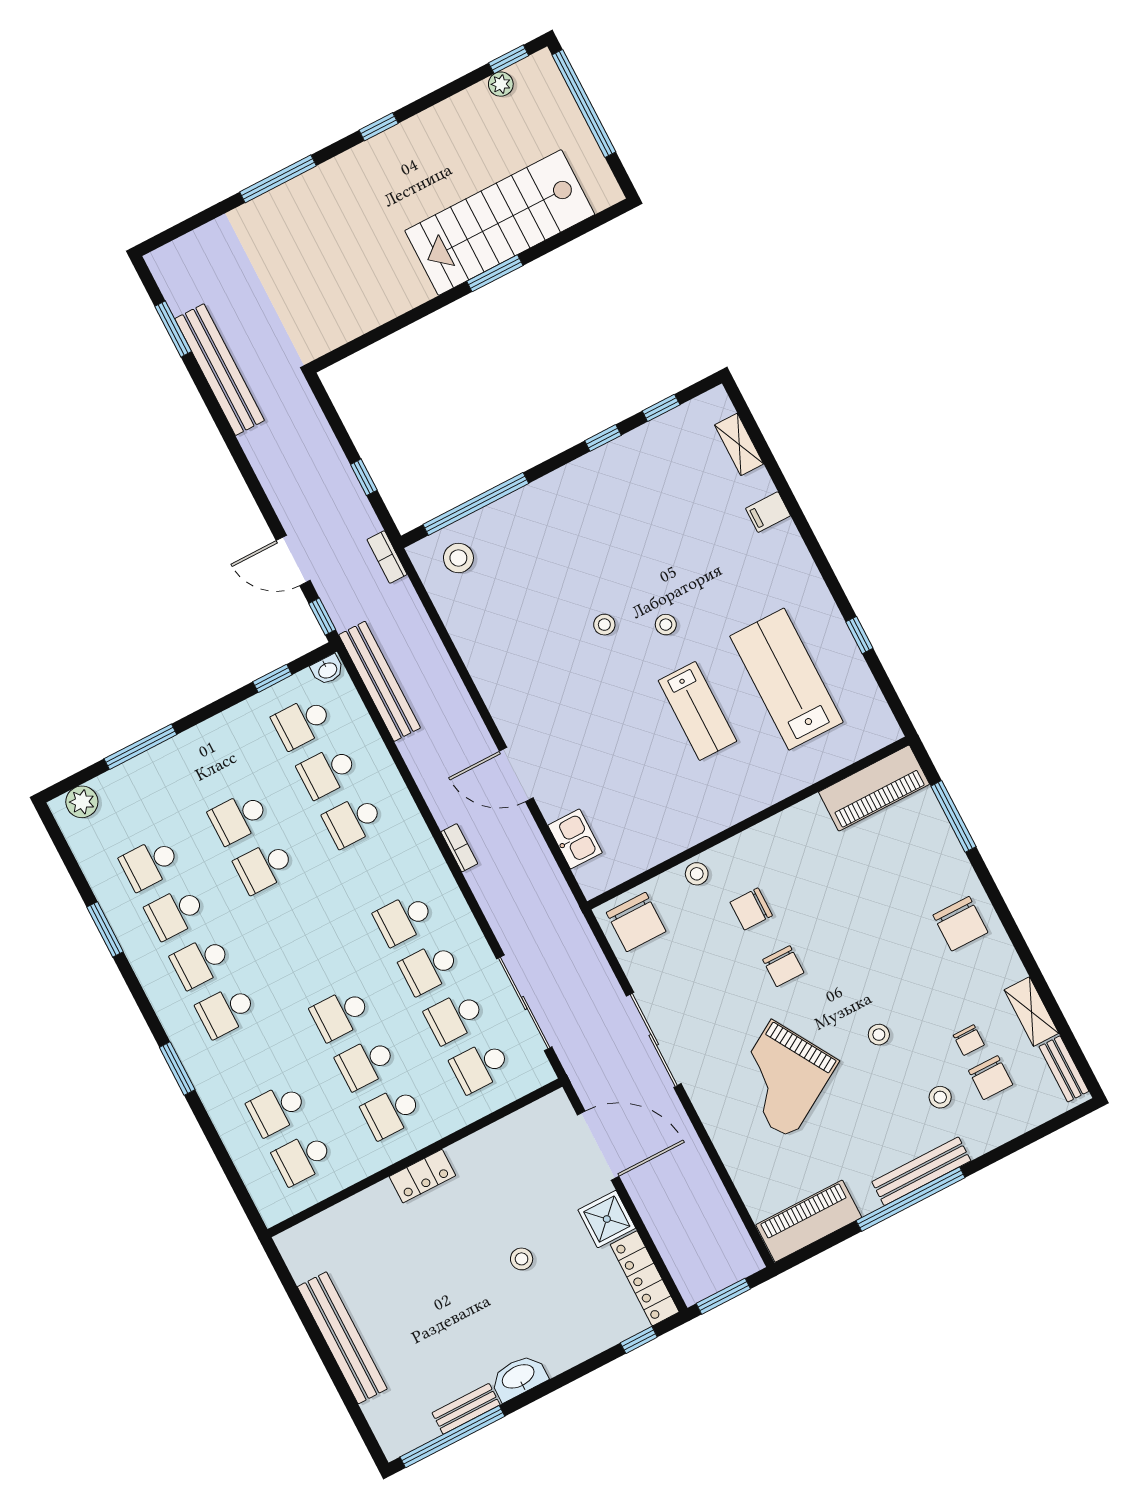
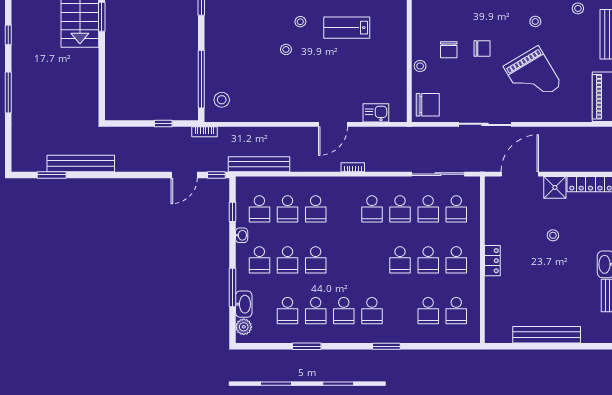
washbasin: (327, 670) -> (242, 235), moved
lab bench: (697, 711) -> (347, 28), turned 180
school desk: (213, 769) -> (259, 260), added
washbasin: (122, 781) -> (244, 304), added

